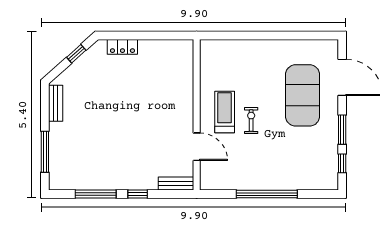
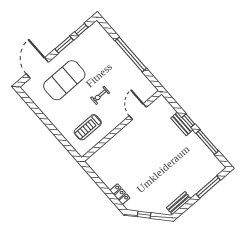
treadmill: (225, 112) -> (88, 127), moved
bench: (176, 183) -> (182, 124), moved

